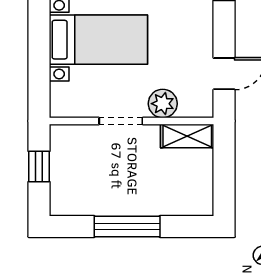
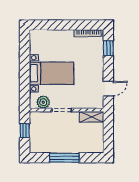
plant: (163, 104) -> (43, 102), moved

